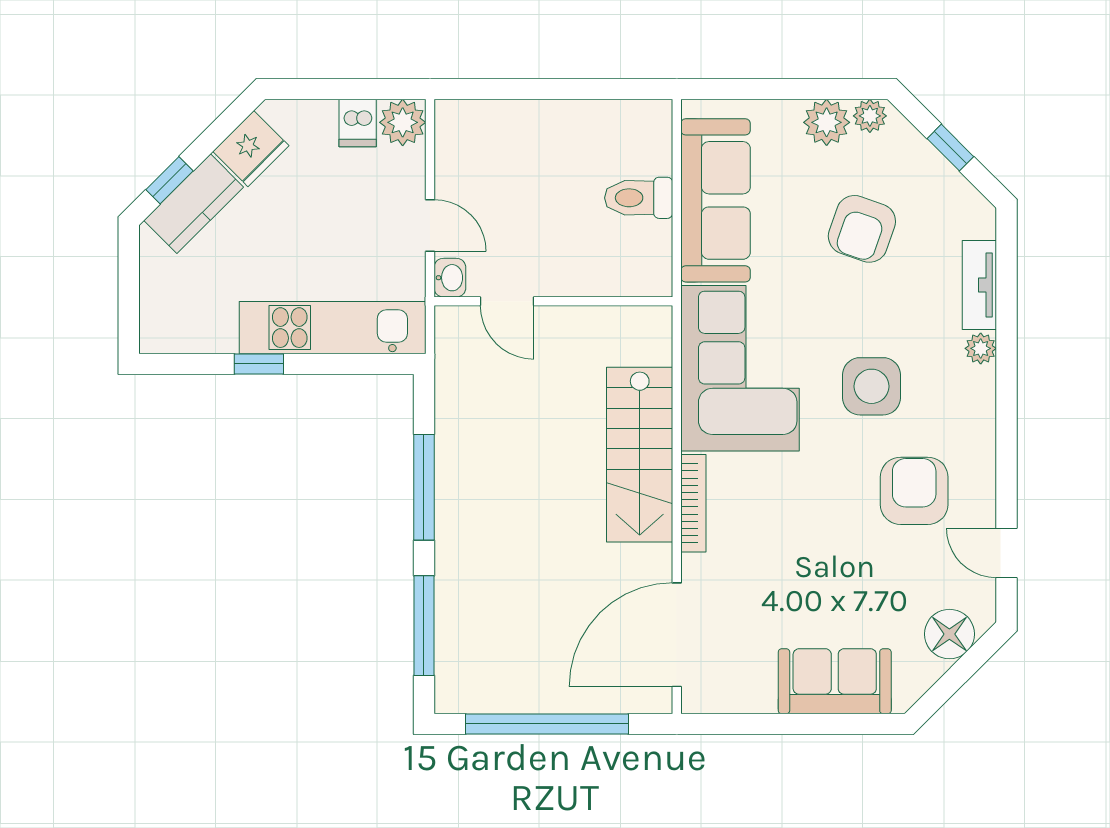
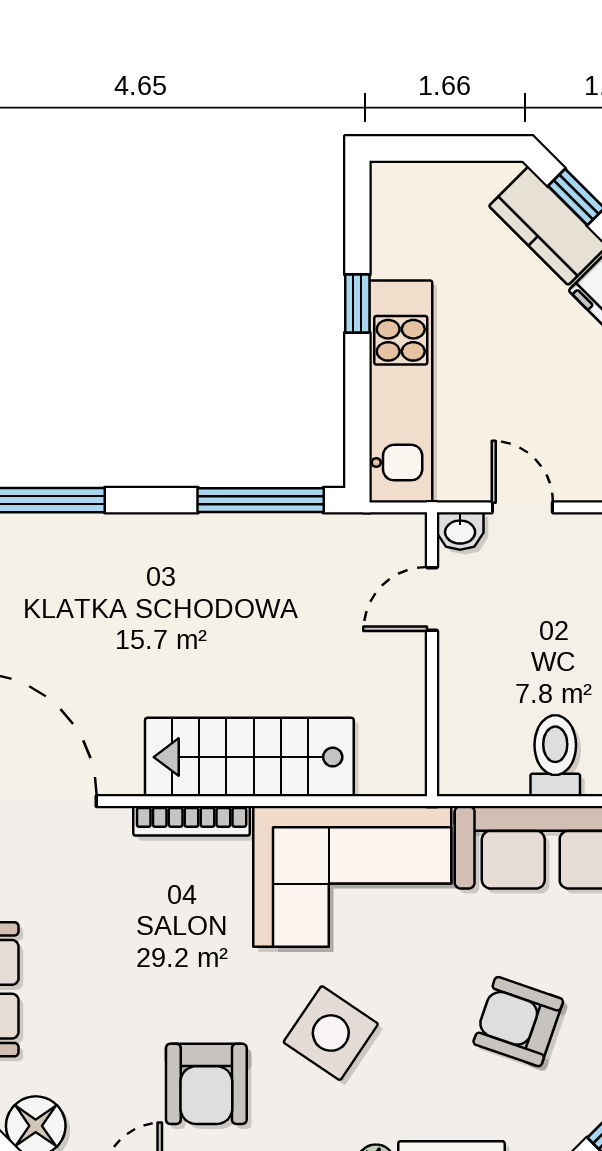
door: (430, 225) -> (522, 507), swing flipped
side table: (871, 386) -> (331, 1033), turned 34
window: (424, 487) -> (261, 500), moved
armchair: (914, 491) -> (206, 1084), turned 90

